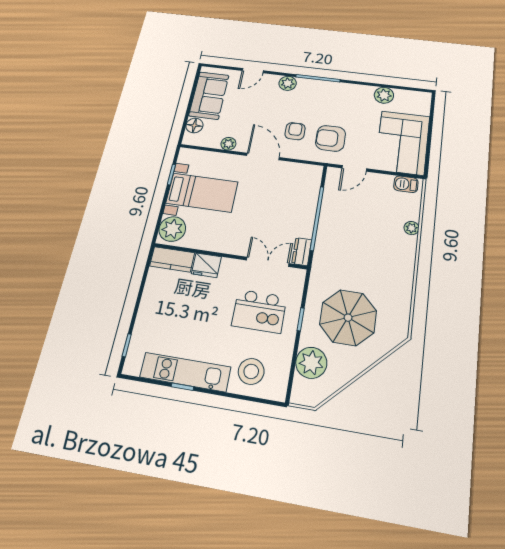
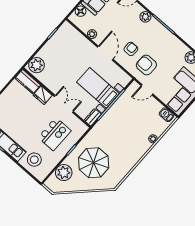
bed with nightstands: (202, 192) -> (98, 88), moved, turned 180
double door: (268, 262) -> (64, 104), moved
kitchen island: (259, 311) -> (55, 134), turned -90

